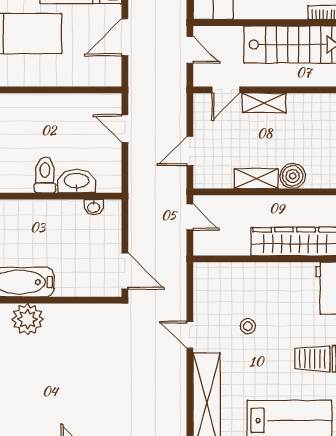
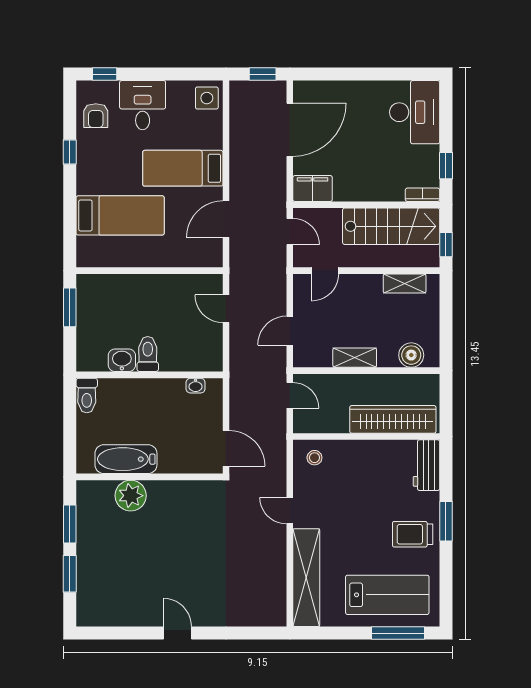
shelving: (264, 103) -> (405, 283), moved
boiler: (293, 176) -> (411, 355), moved
washbasin: (77, 181) -> (122, 360), moved, width x0.72
stool: (248, 326) -> (314, 458), moved

